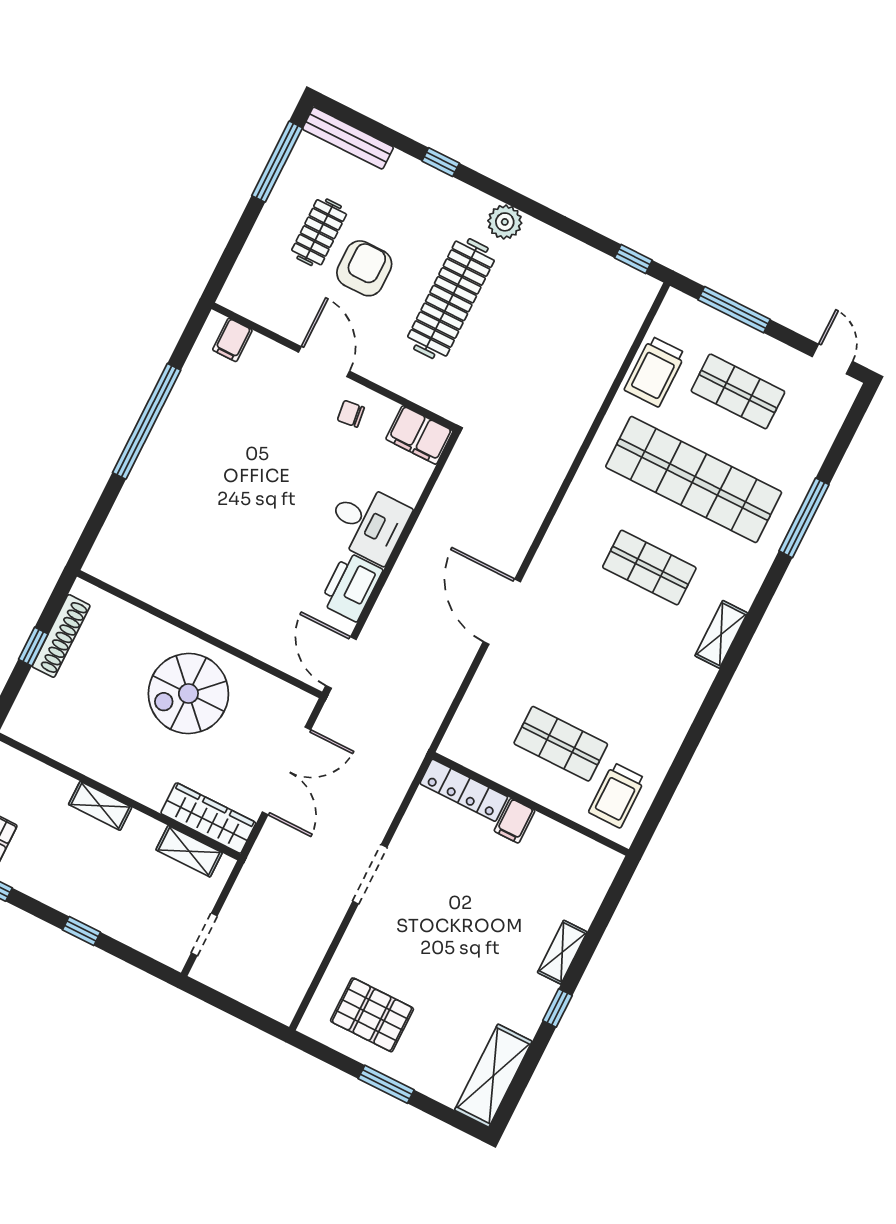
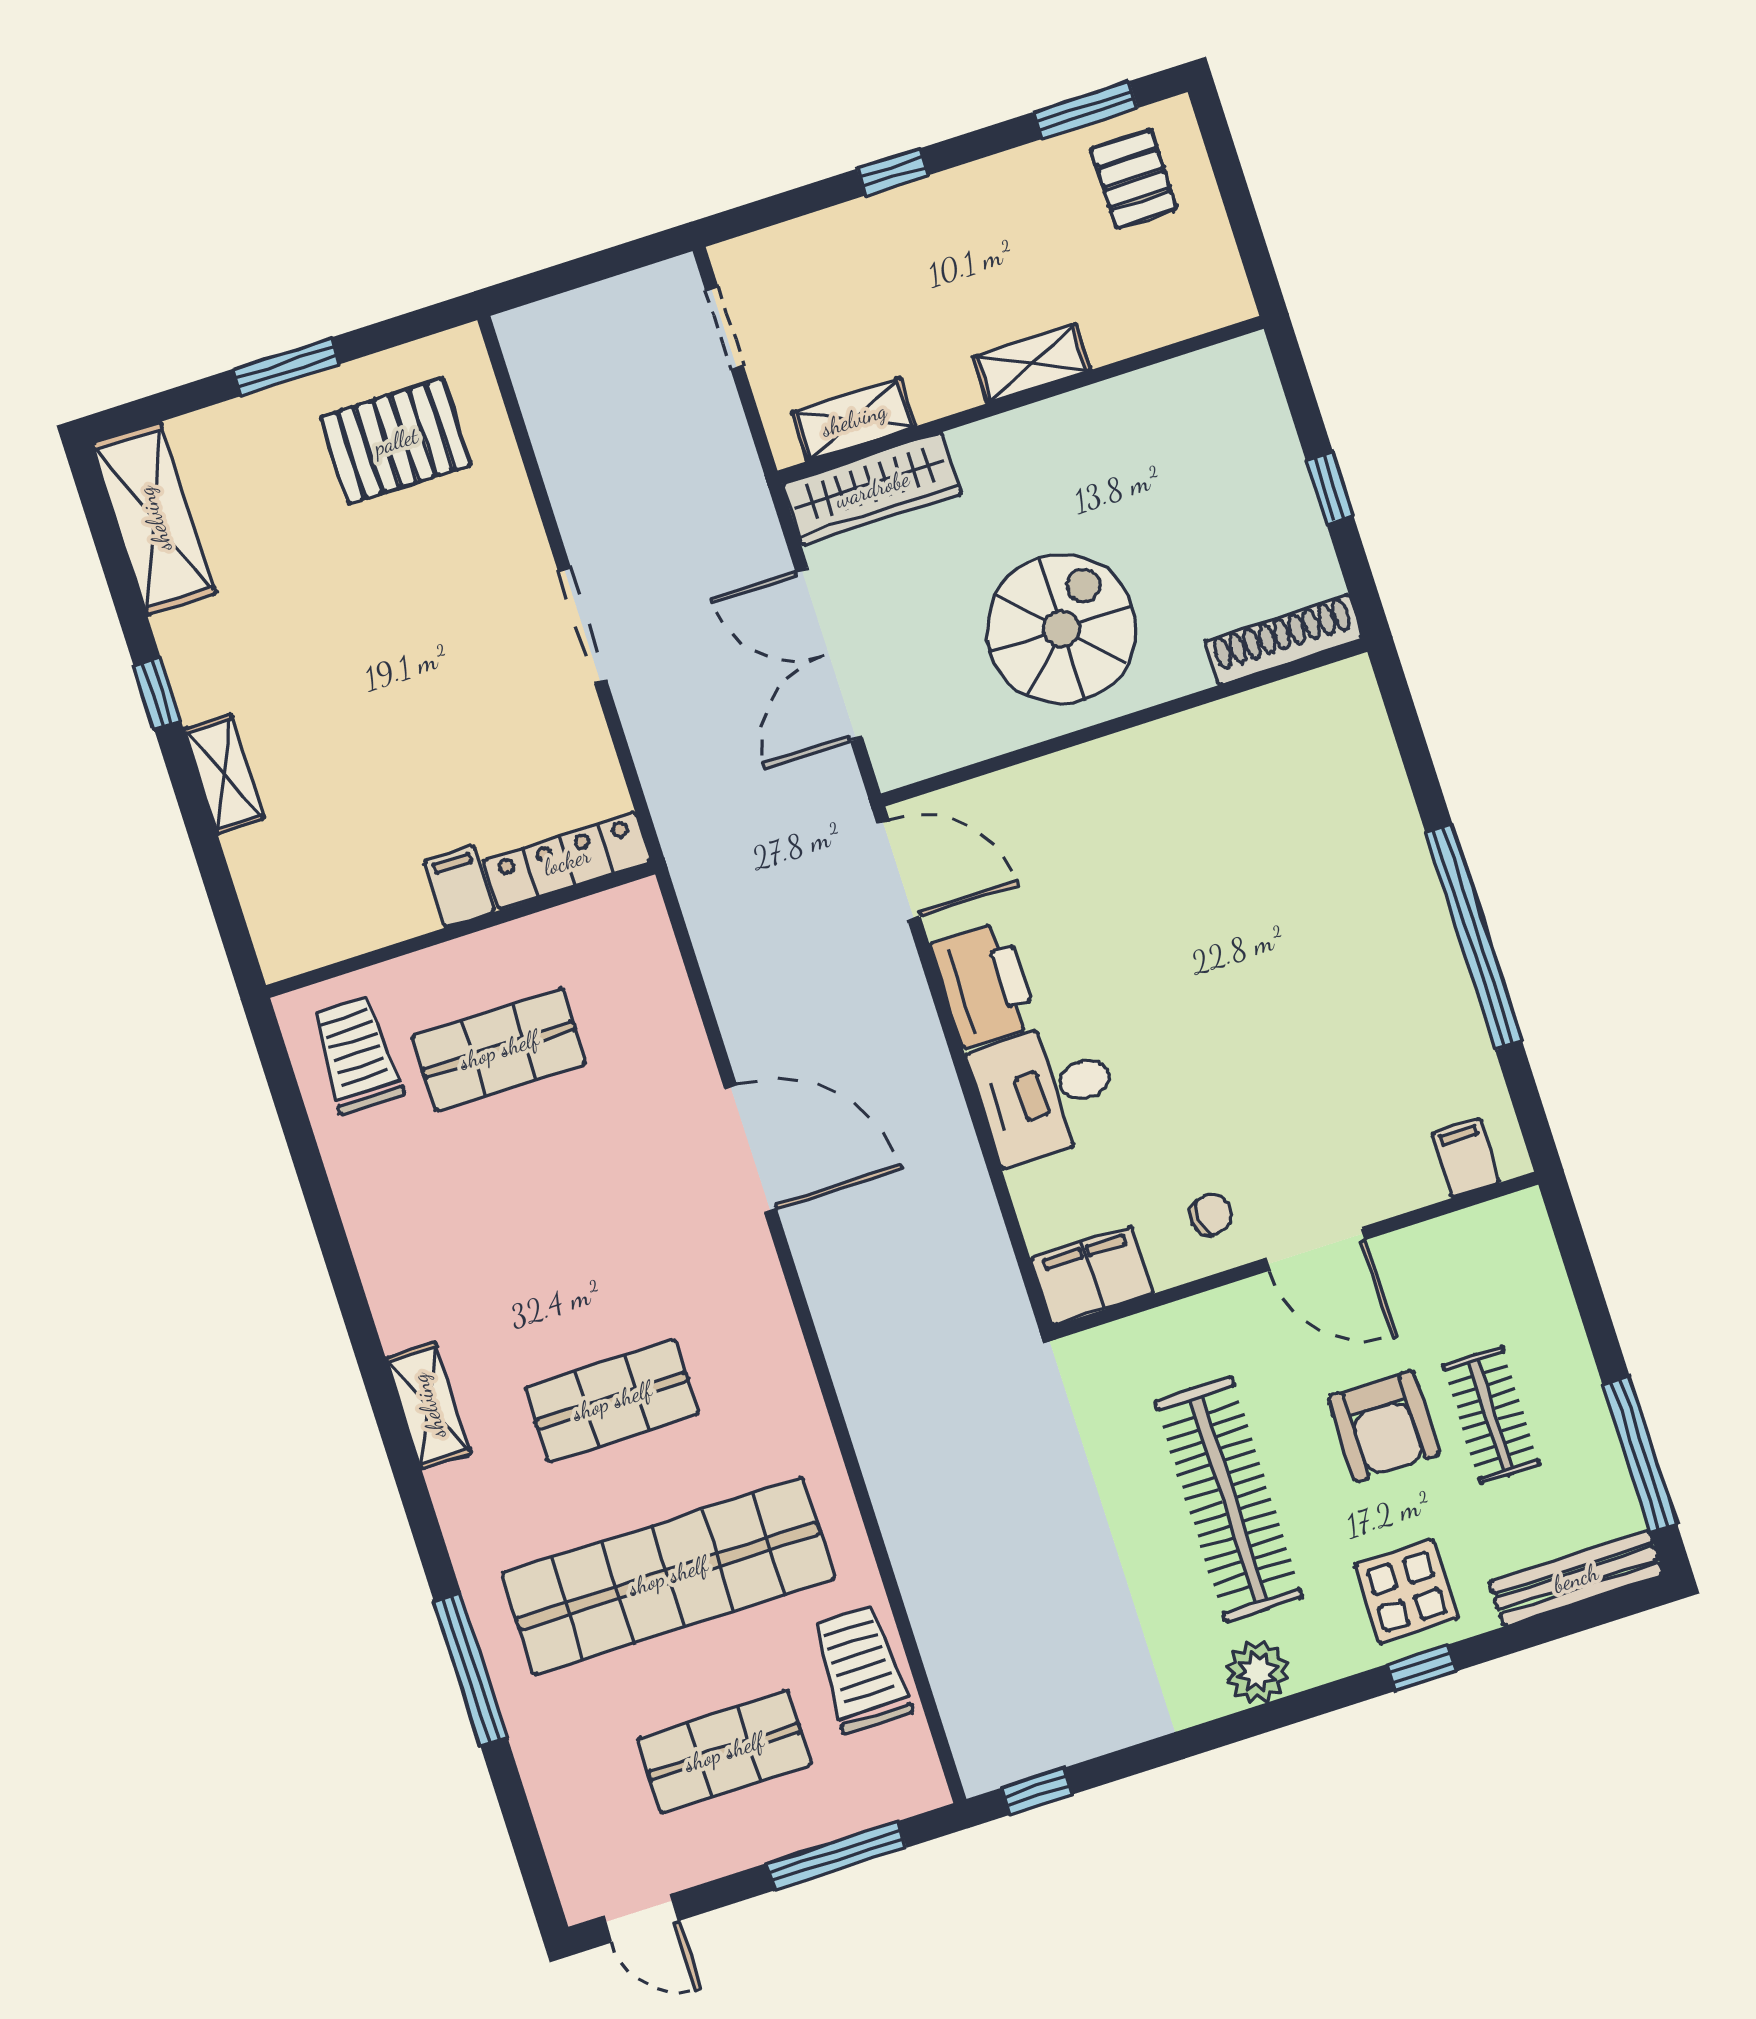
display table: (418, 197) -> (1406, 1592), added
shoe rack: (61, 636) -> (1284, 640), moved, turned 90

